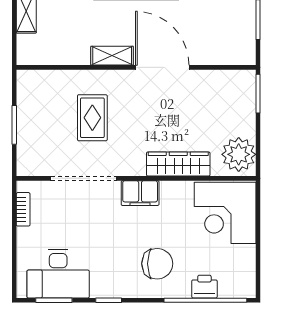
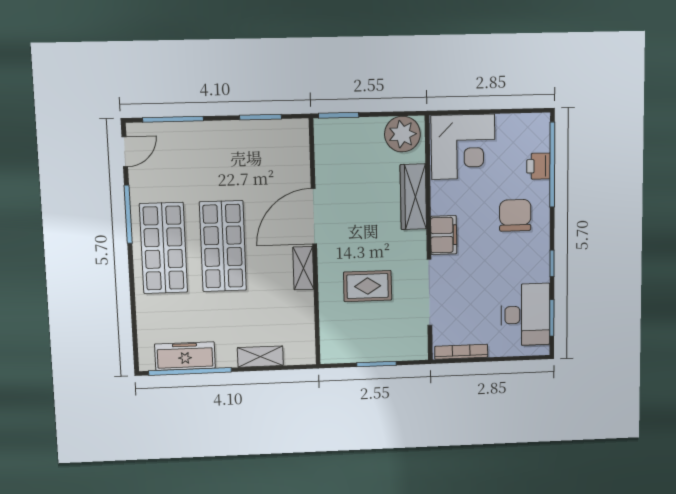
bookcase: (23, 209) -> (461, 352), width x1.56

